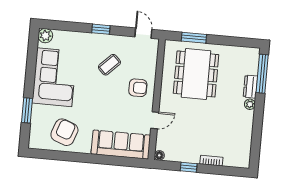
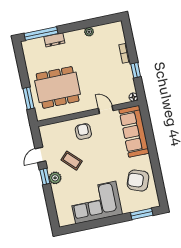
door: (143, 33) -> (40, 155), moved
plant: (45, 36) -> (55, 178), moved
plant: (250, 104) -> (89, 32), moved
window: (27, 110) -> (142, 214), moved

